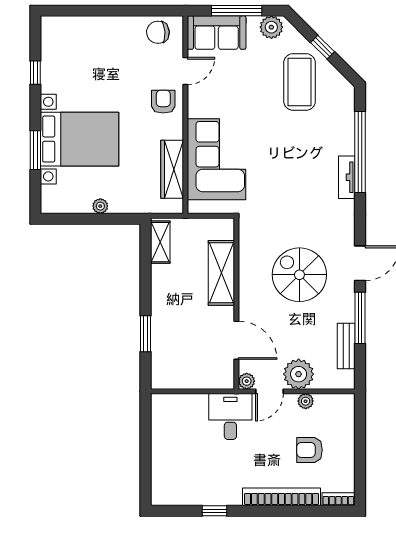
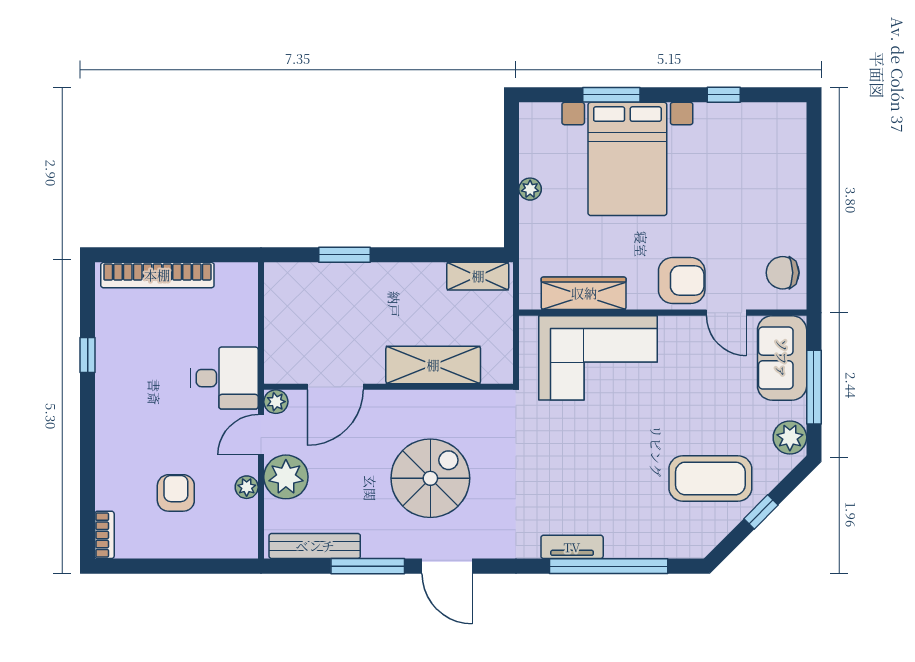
chair: (158, 32) -> (783, 273), turned -85
armchair: (163, 102) -> (682, 281), width x1.38, depth x1.38
bench: (346, 346) -> (315, 546), width x1.36
door: (269, 391) -> (261, 435), hinge flipped
bookcase: (282, 497) -> (157, 275), moved, turned 90

